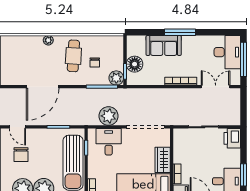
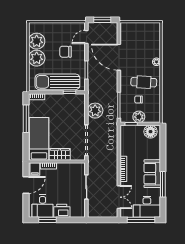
window: (180, 32) -> (163, 184), moved
sofa: (164, 45) -> (152, 174), moved
floor lamp: (135, 64) -> (151, 132), moved
plant: (116, 78) -> (139, 117), moved
printer: (232, 138) -> (62, 211), moved
desk: (109, 142) -> (74, 111), removed
chair: (21, 155) -> (66, 52), moved

